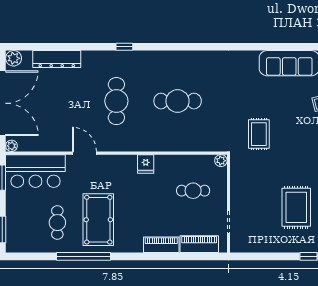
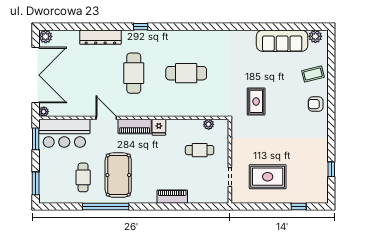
dresser: (57, 59) -> (100, 37), moved
plant: (221, 161) -> (209, 124), moved
rug: (296, 207) -> (268, 177), moved, turned 90
piano: (199, 244) -> (135, 126), moved, turned 180

